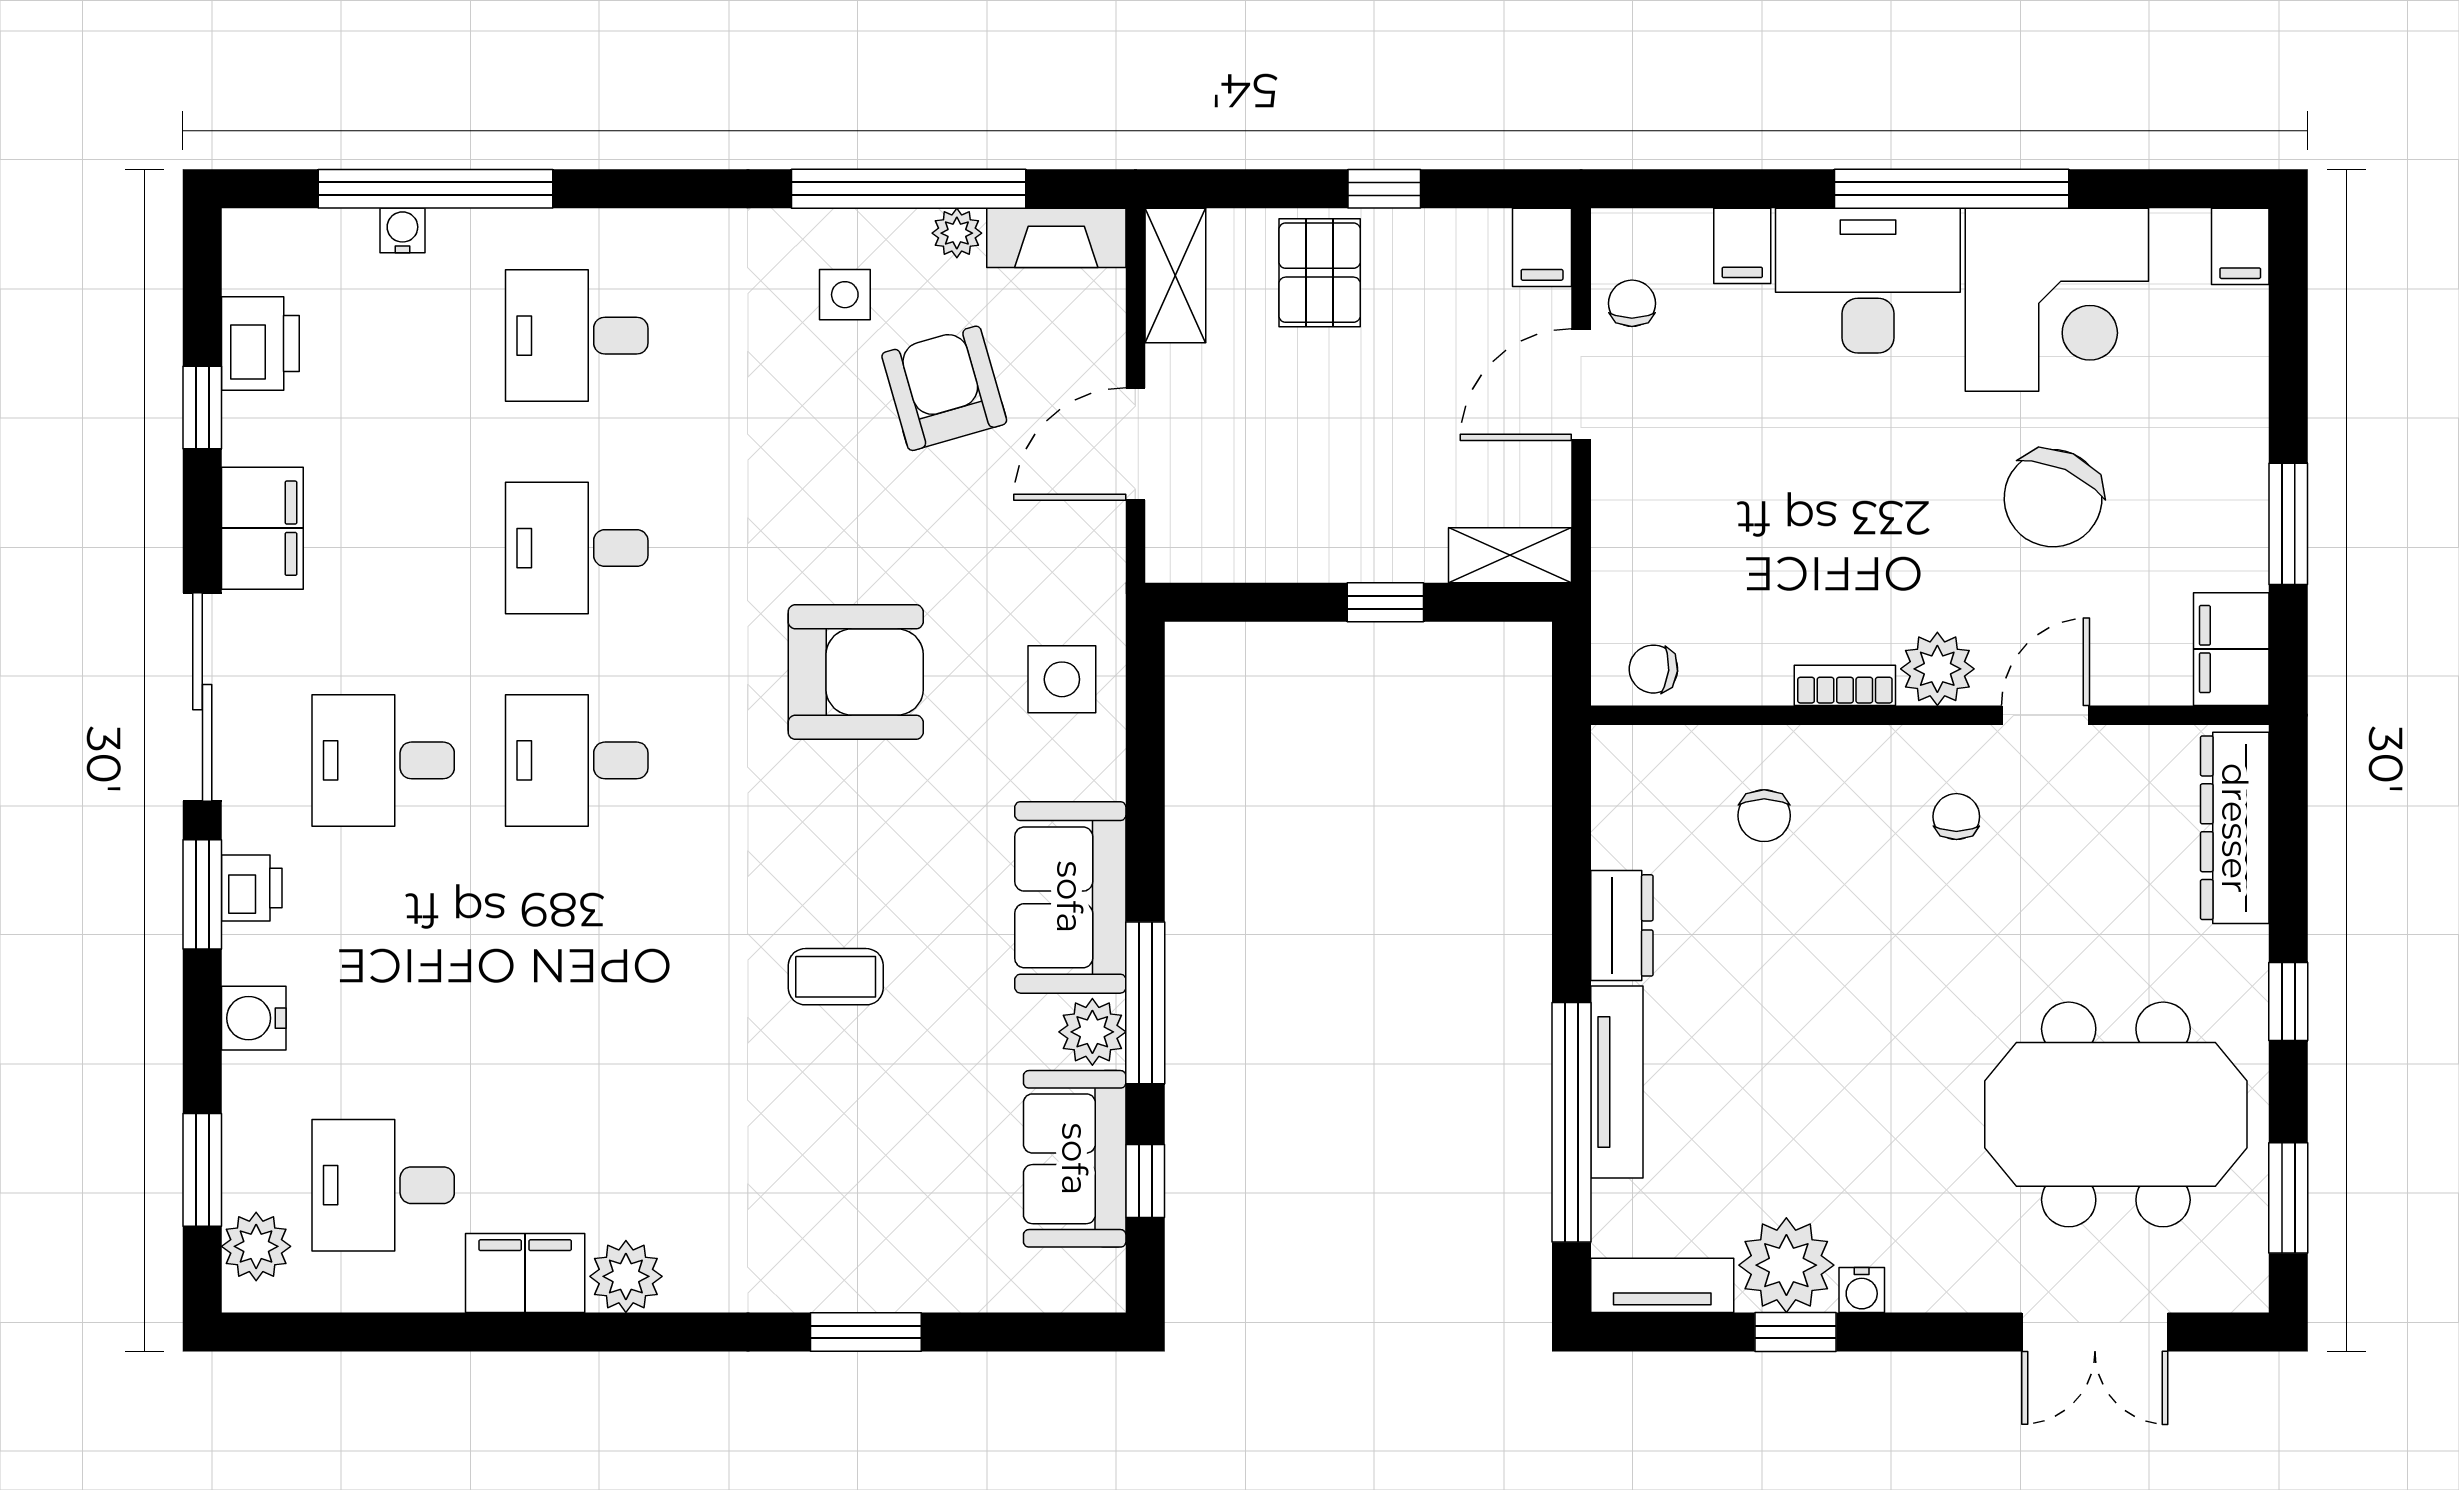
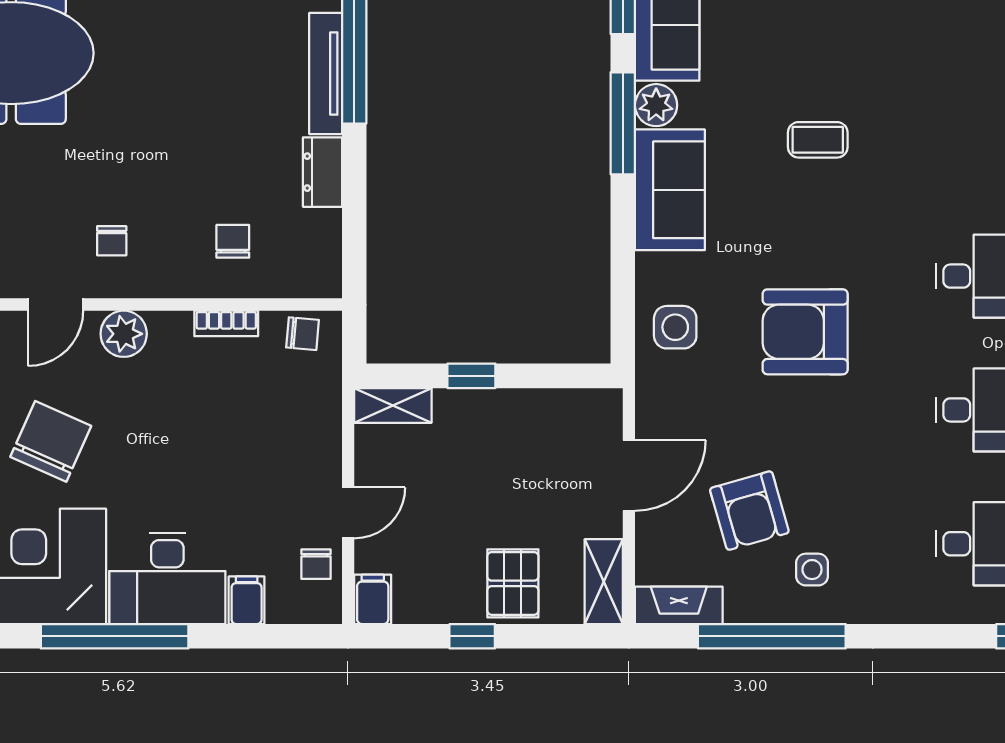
plant: (957, 233) -> (741, 608), removed
door: (1581, 385) -> (348, 513), width x0.73
bookcase: (1845, 685) -> (226, 323), moved

